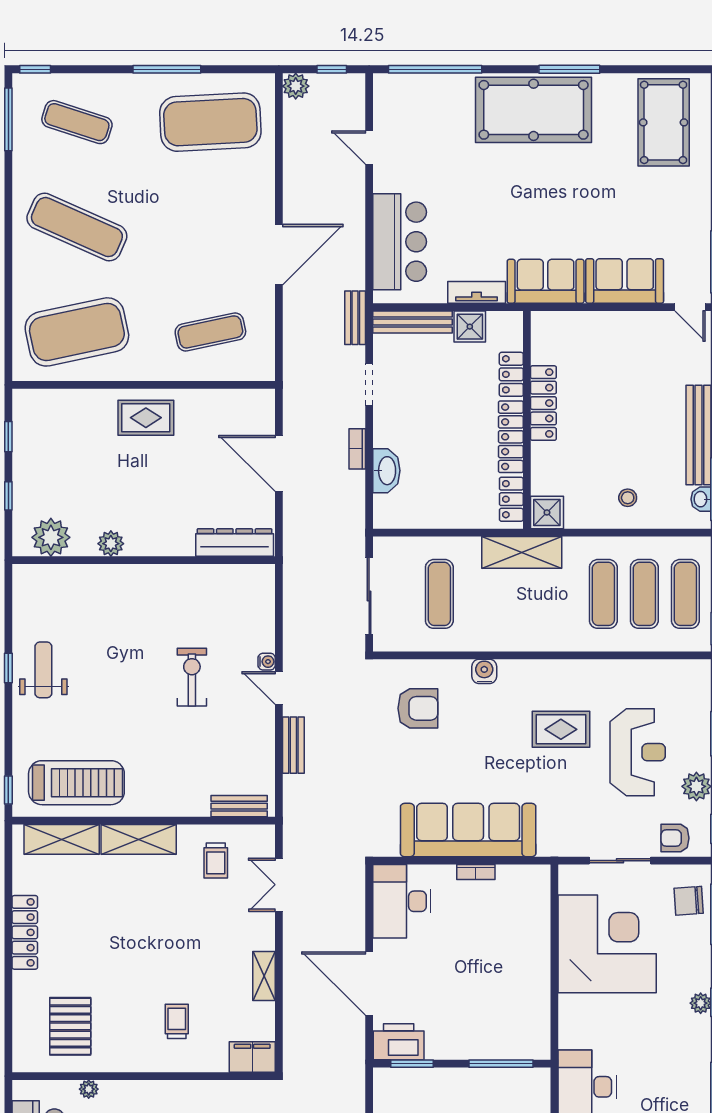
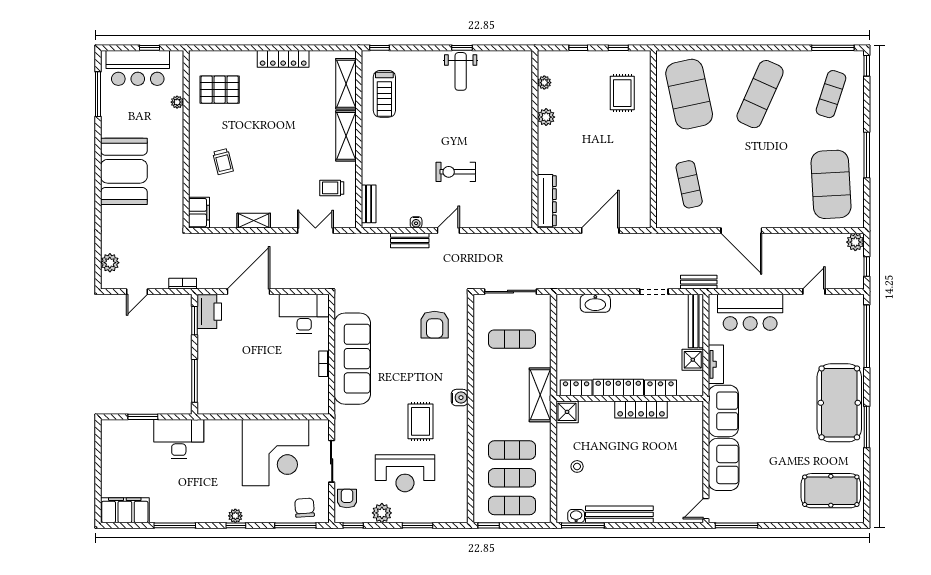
rug: (146, 418) -> (622, 93), moved
bookcase: (357, 449) -> (183, 284), moved
plant: (51, 537) -> (544, 83), width x0.53, depth x0.53
water cooler: (267, 662) -> (416, 222), moved
weight bench: (43, 670) -> (461, 71), turned 90
water cooler: (484, 671) -> (460, 398), moved
exercise bike: (192, 677) -> (456, 172), turned 180
treadmill: (76, 783) -> (384, 94), width x0.73, depth x0.73
trolley: (177, 1021) -> (223, 162), turned 76

